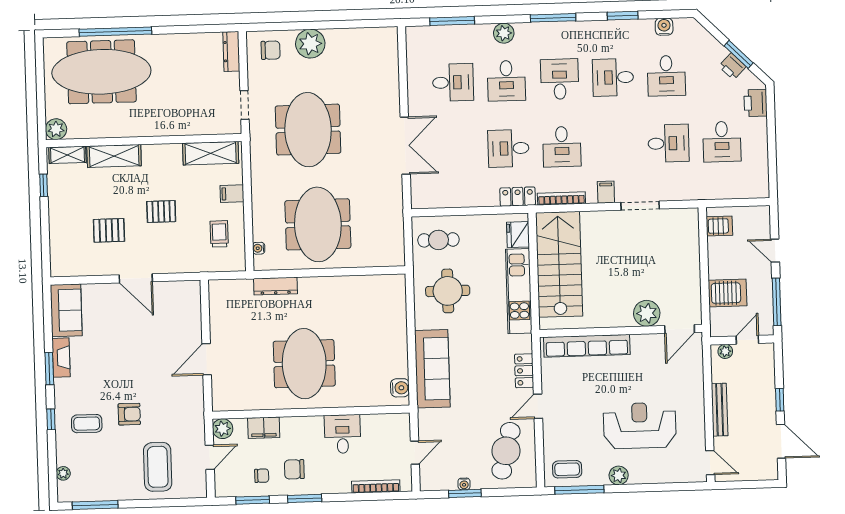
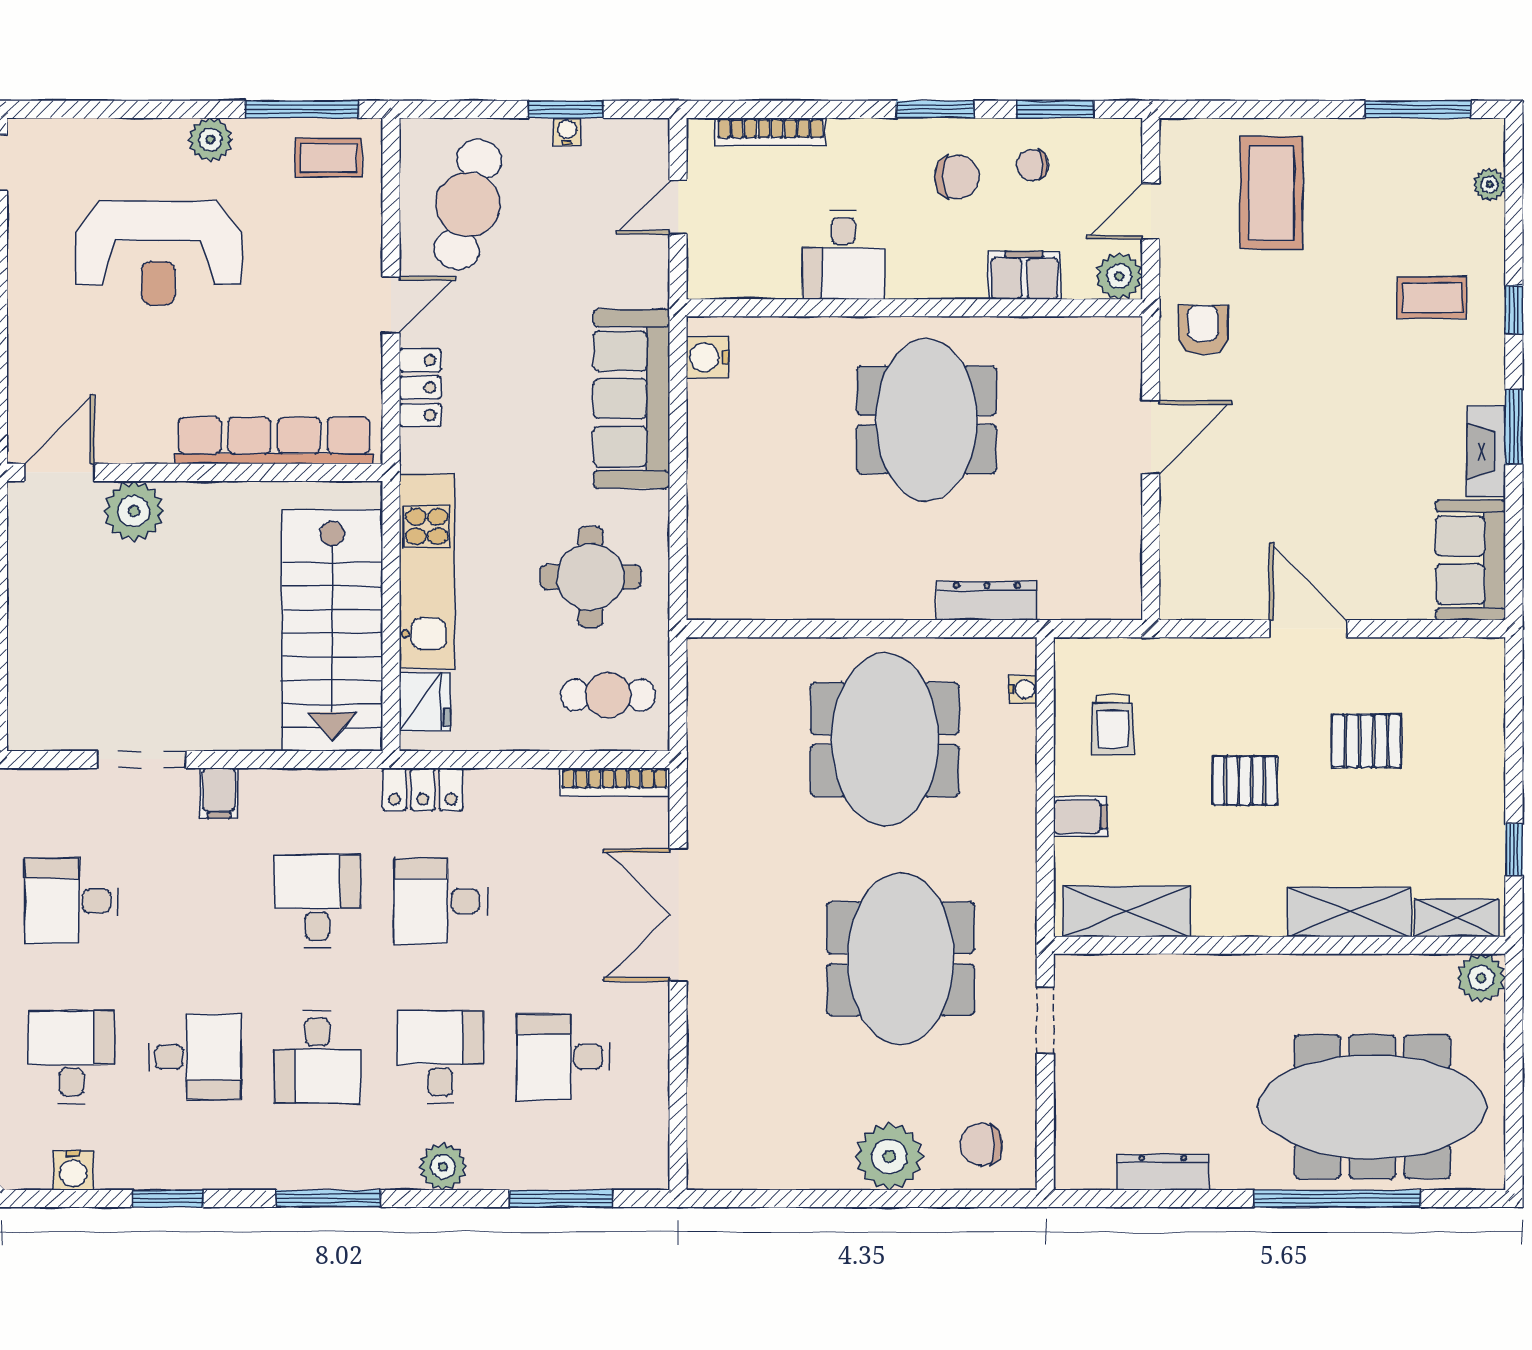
dresser: (231, 52) -> (1163, 1172), moved, turned -90
desk: (508, 148) -> (440, 901), turned 180
bookcase: (561, 198) -> (615, 782), moved
armchair: (129, 414) -> (1203, 330), moved, turned 90

